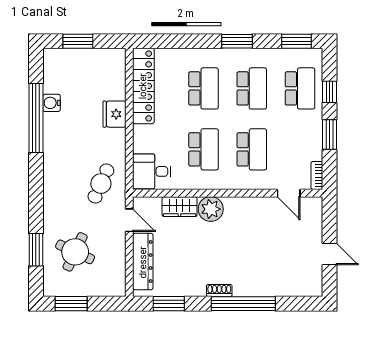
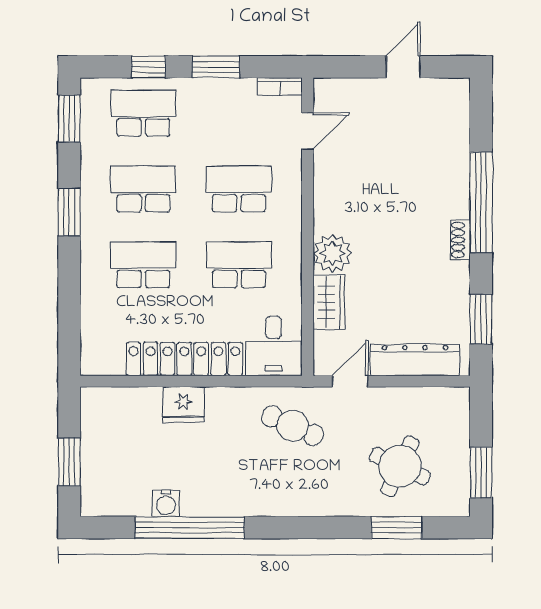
locker: (143, 86) -> (184, 359), moved

